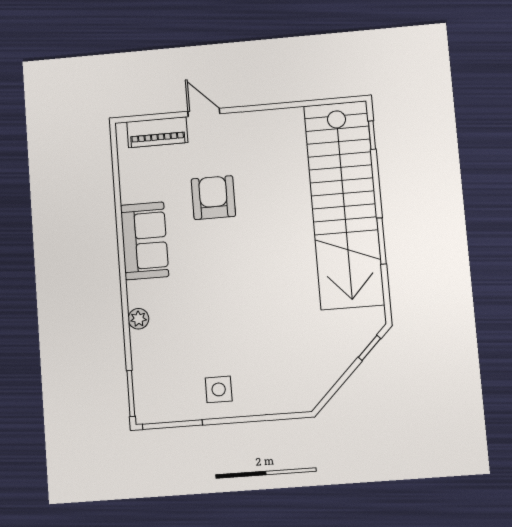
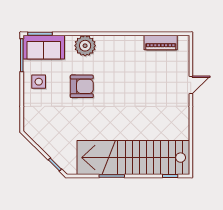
piano: (157, 132) -> (161, 43), moved, turned -90
armchair: (213, 198) -> (82, 86), moved
sofa: (145, 241) -> (44, 47), moved
plant: (138, 319) -> (85, 46), width x1.88, depth x1.88

